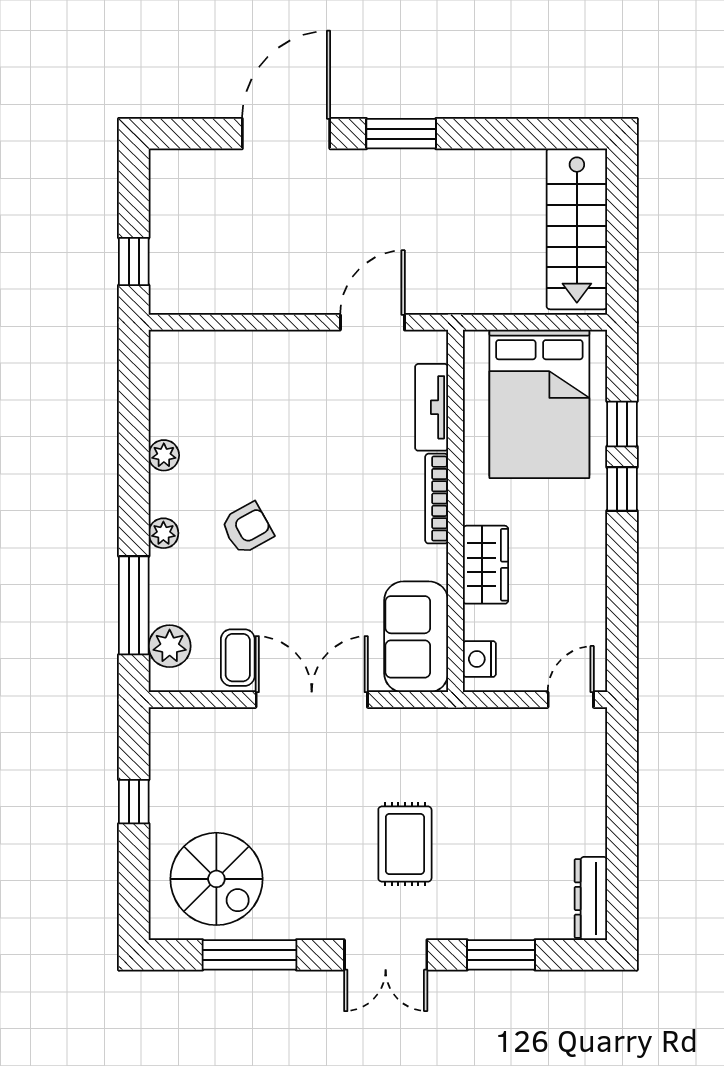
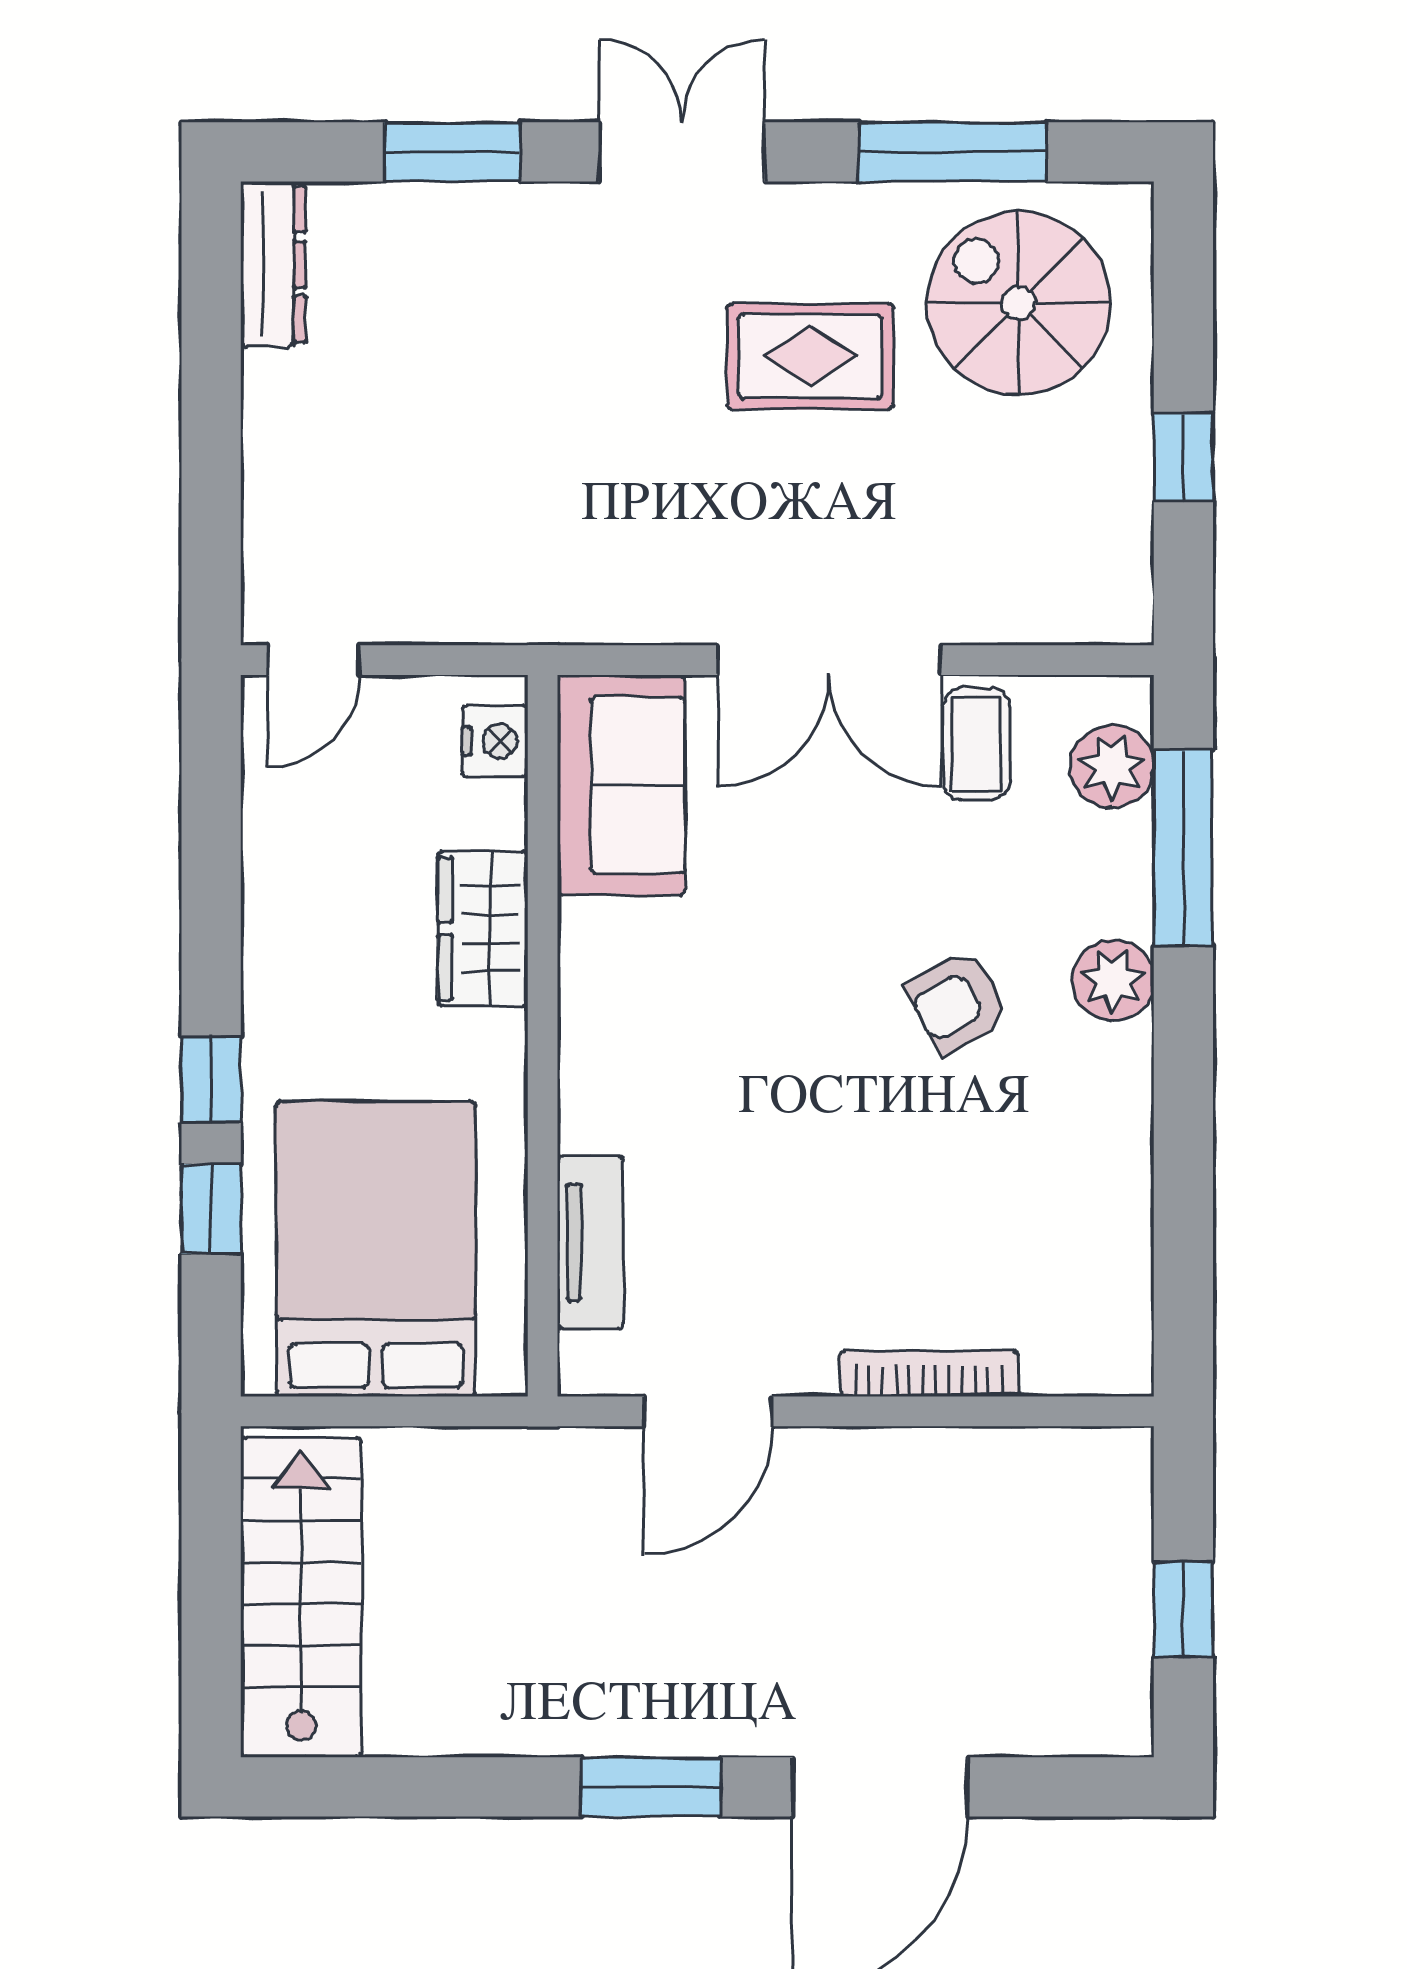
window: (134, 261) -> (1183, 1609), moved
plant: (164, 455) -> (1124, 1147), removed
bookcase: (437, 499) -> (929, 1374), moved, turned -90
plant: (163, 533) -> (1113, 980), width x1.38, depth x1.38
rug: (405, 844) -> (810, 356), moved, turned 90

